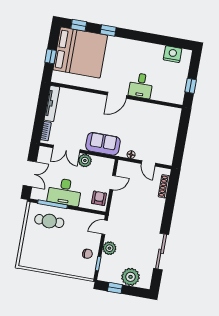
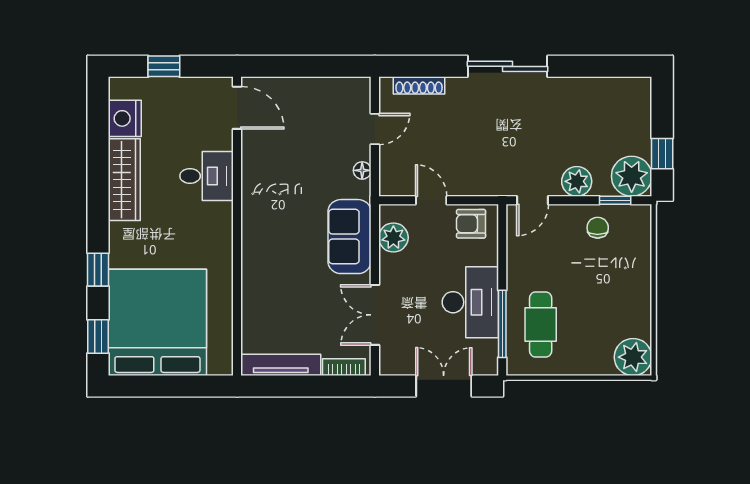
wardrobe: (146, 49) -> (124, 180), added
window: (51, 56) -> (177, 386), removed
window: (191, 86) -> (164, 66), moved
door: (117, 95) -> (237, 108), moved
double door: (66, 149) -> (375, 315), swing flipped
plant: (85, 161) -> (393, 238), moved
door: (105, 227) -> (532, 200), hinge flipped
sliding door: (161, 251) -> (507, 66), moved
plant: (28, 259) -> (633, 357), added
plant: (131, 277) -> (632, 176), moved

